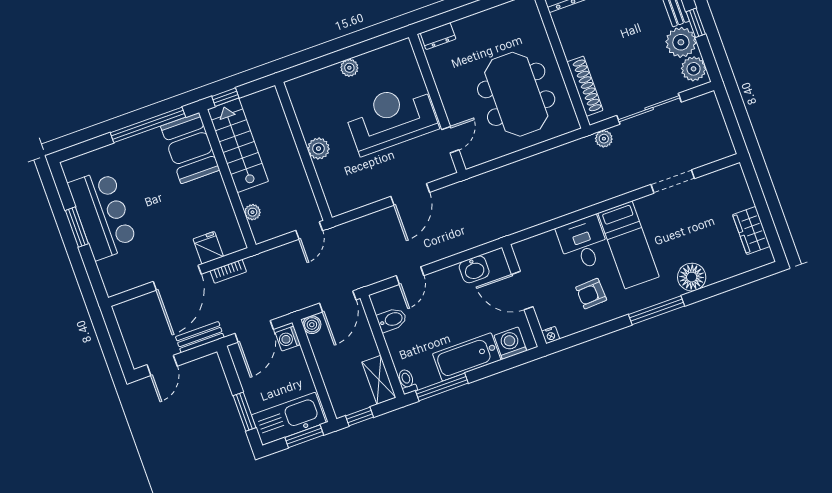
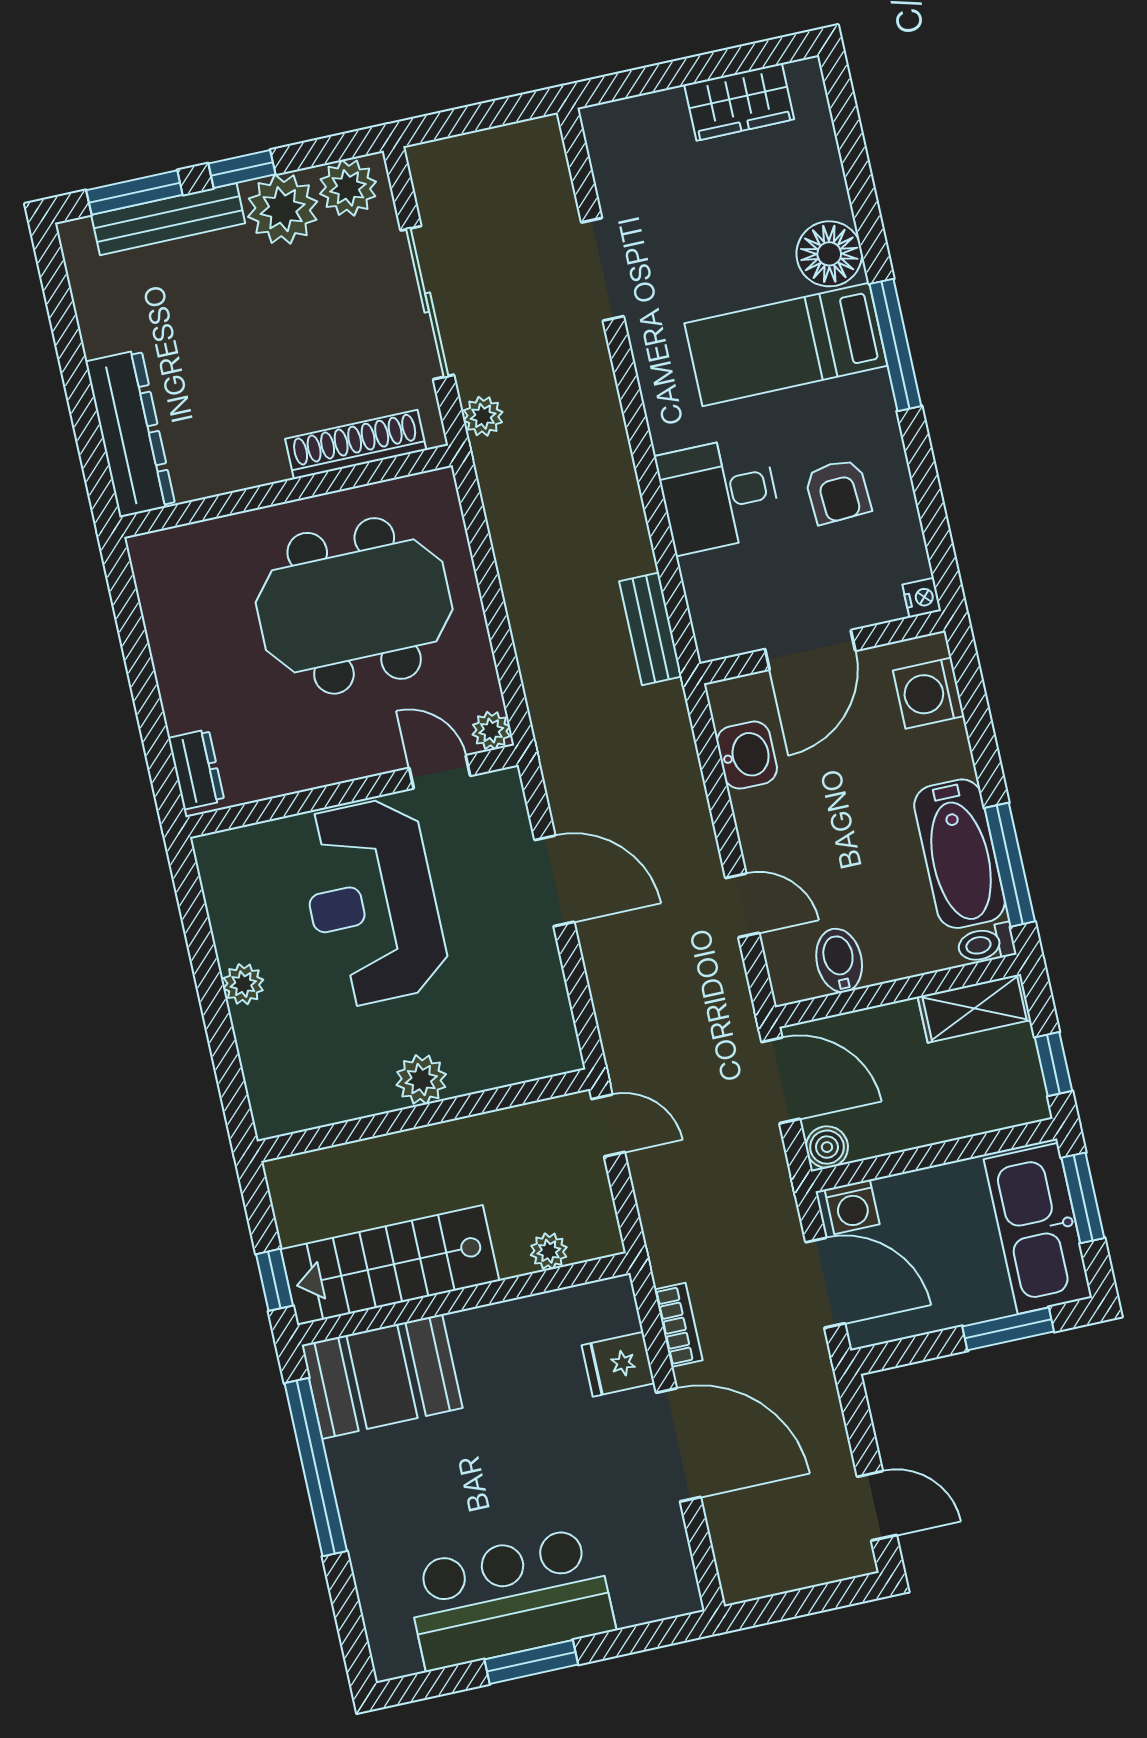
plant: (471, 159) -> (491, 731), added
bed: (629, 245) -> (786, 344), moved, turned 180
bench: (200, 337) -> (651, 629), moved
bathtub: (467, 357) -> (960, 854), moved

